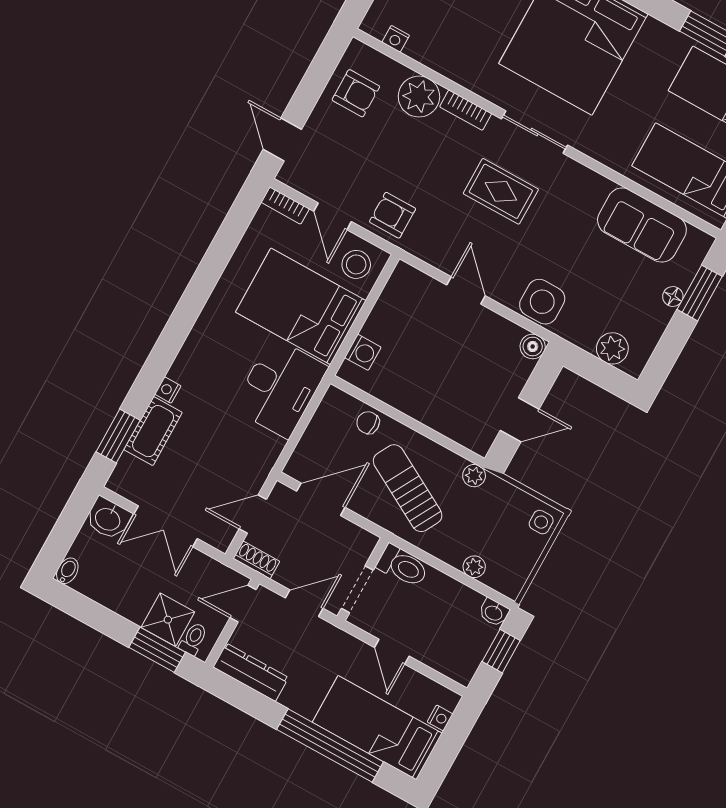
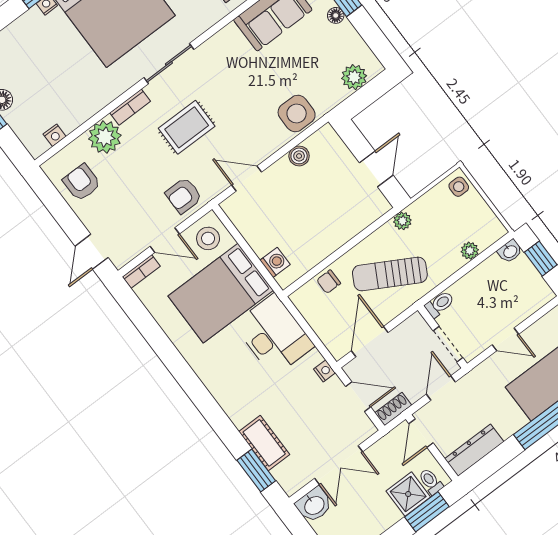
armchair: (356, 93) -> (82, 182), turned -90
door: (282, 139) -> (92, 252), hinge flipped
rug: (501, 191) -> (187, 127), moved
door: (466, 290) -> (247, 178), moved
boiler: (533, 347) -> (299, 156), moved
nightstand: (168, 390) -> (325, 371), moved, turned 180
door: (253, 514) -> (358, 397), swing flipped
toilet: (403, 566) -> (440, 304), width x0.73, depth x0.72

